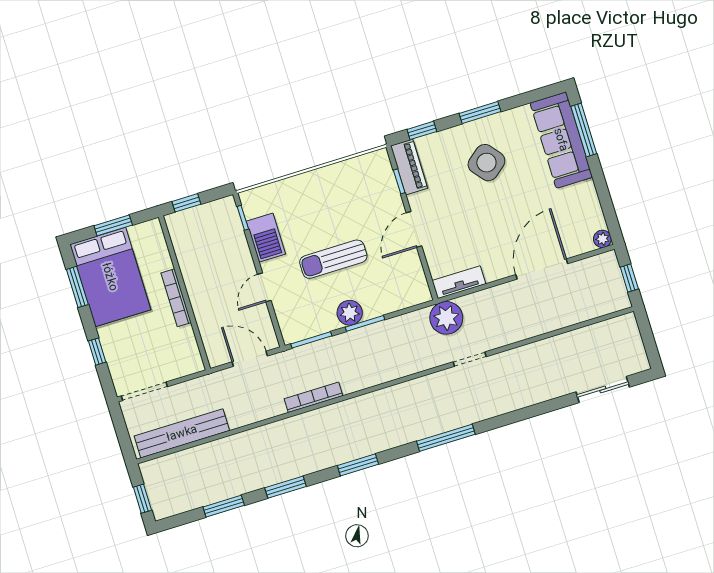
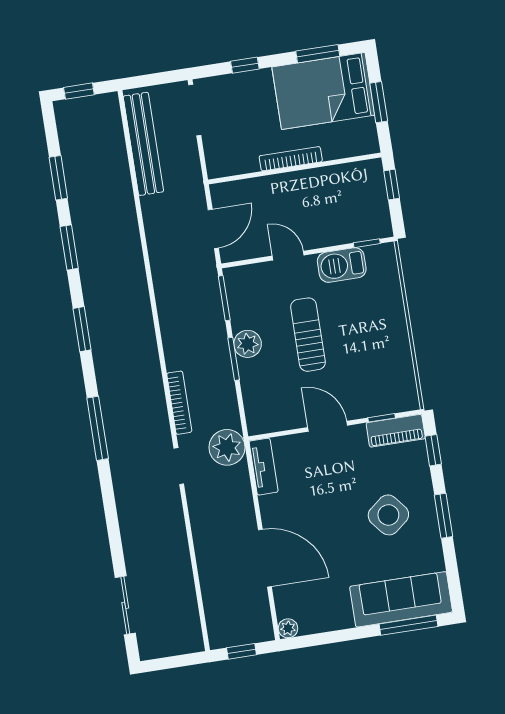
bookcase: (313, 397) -> (179, 403), moved

